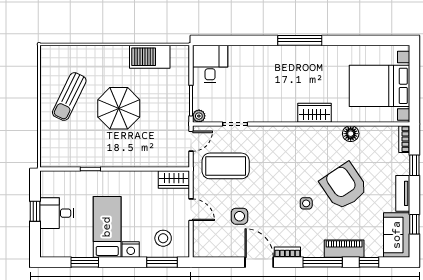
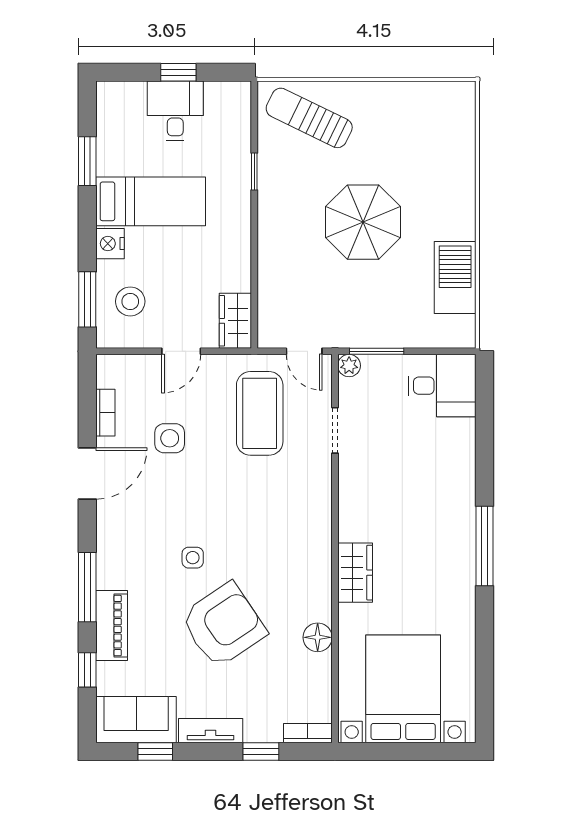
sun lounger: (69, 97) -> (309, 118), moved
bookcase: (287, 252) -> (105, 413), moved

